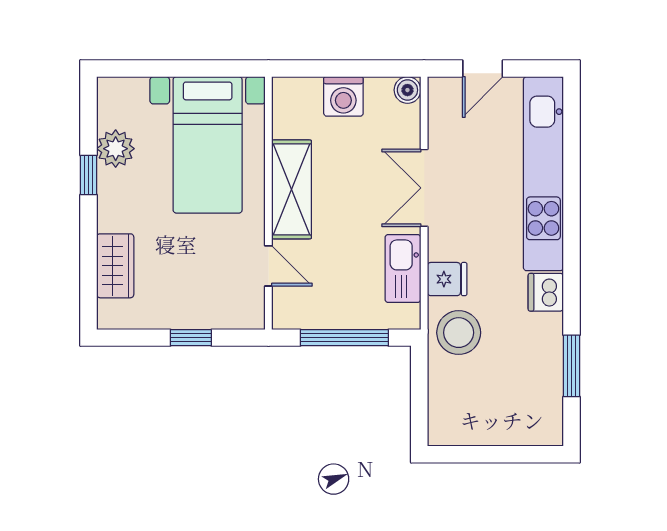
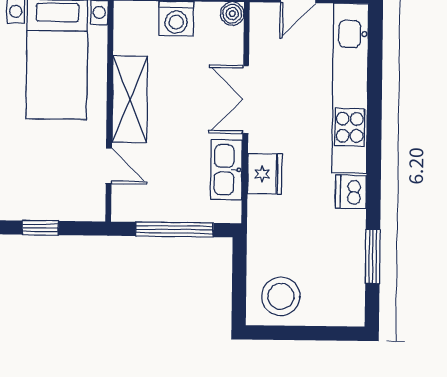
fridge: (447, 279) -> (265, 174), width x1.38
stool: (459, 333) -> (281, 296), moved

